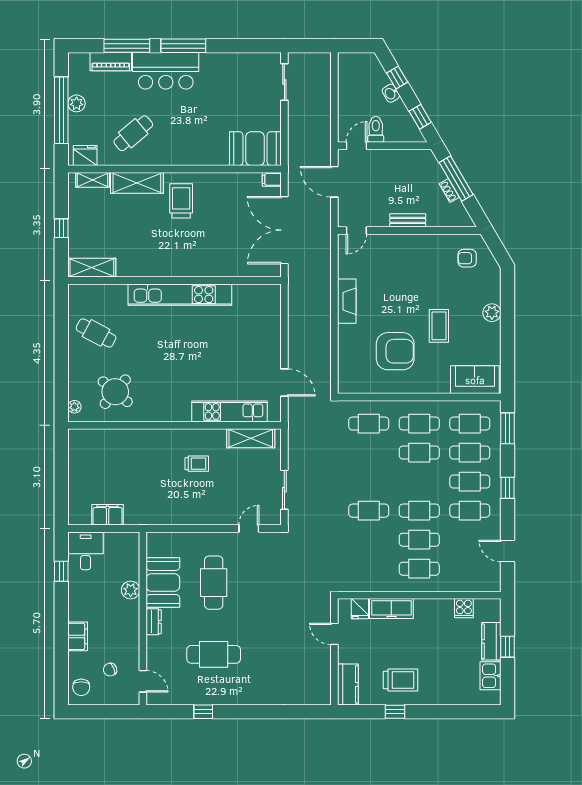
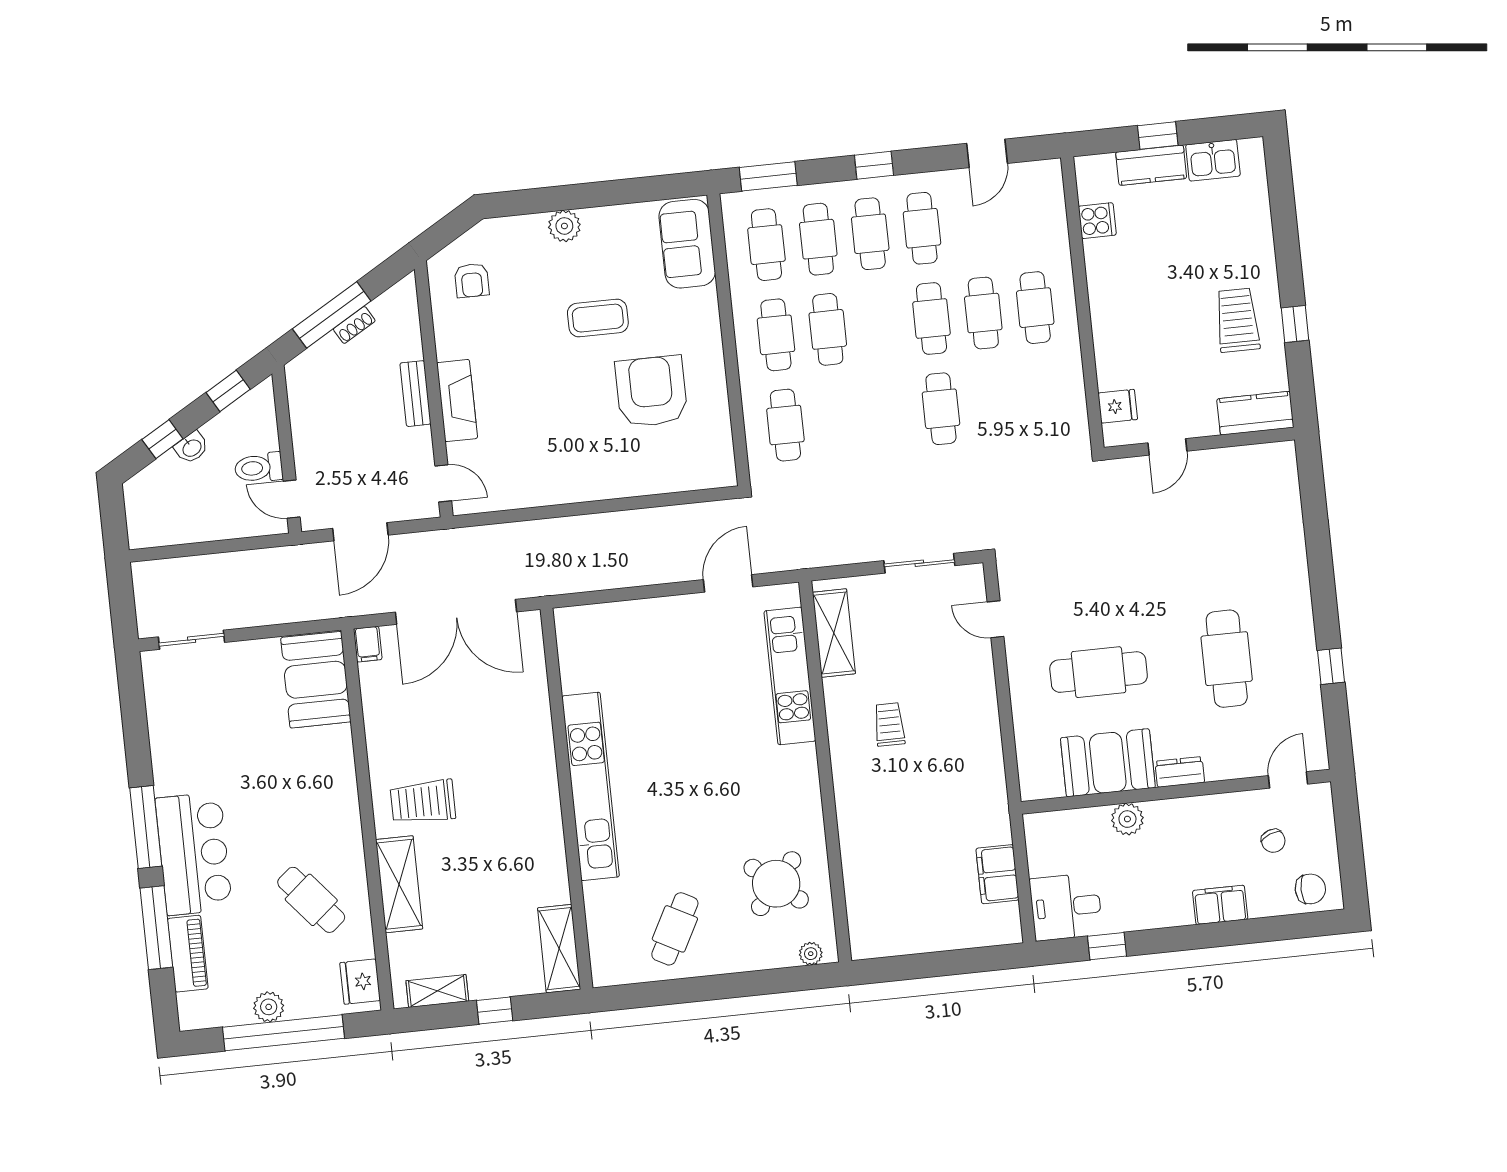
shelving: (93, 180) -> (437, 991), moved, turned 90
fireplace: (347, 301) -> (457, 401), moved, turned 90
freezer: (391, 609) -> (1112, 350), removed

